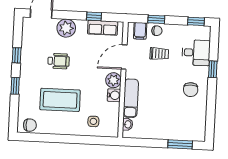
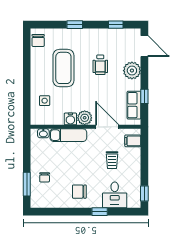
window: (156, 19) -> (144, 156), removed
chair: (157, 31) -> (45, 177), moved
window: (17, 55) -> (116, 25), moved

